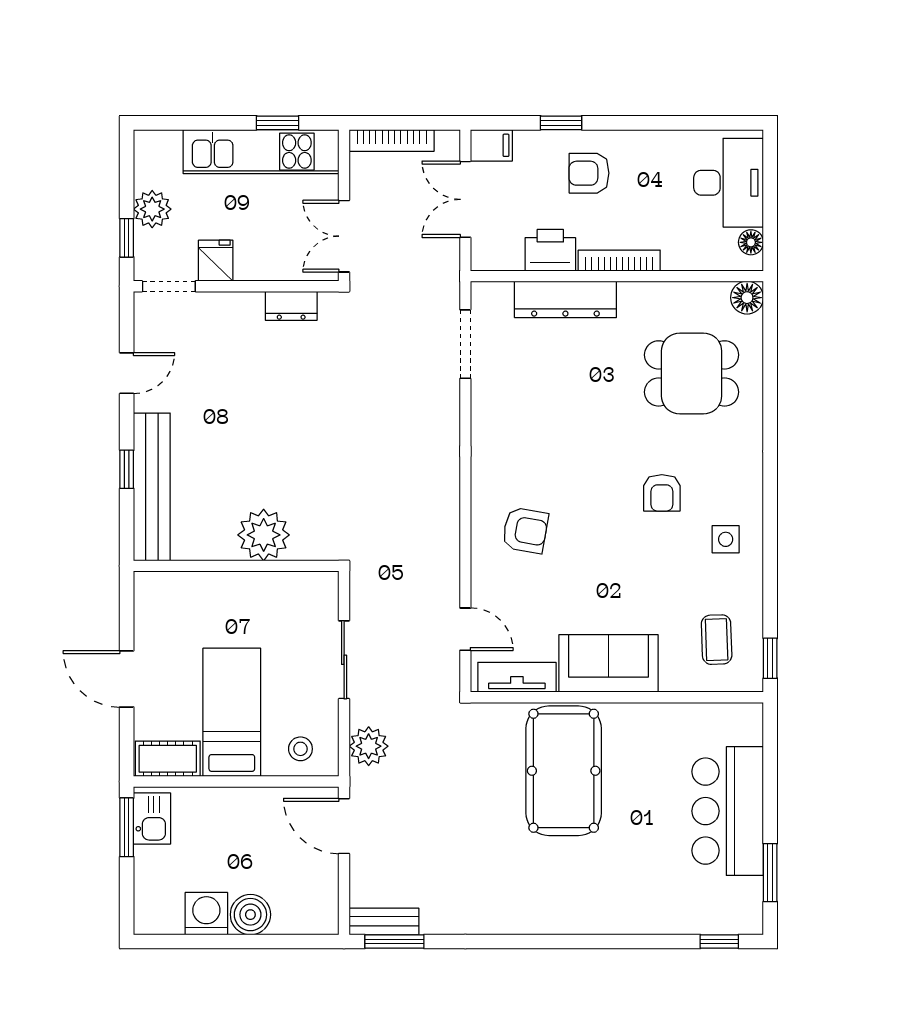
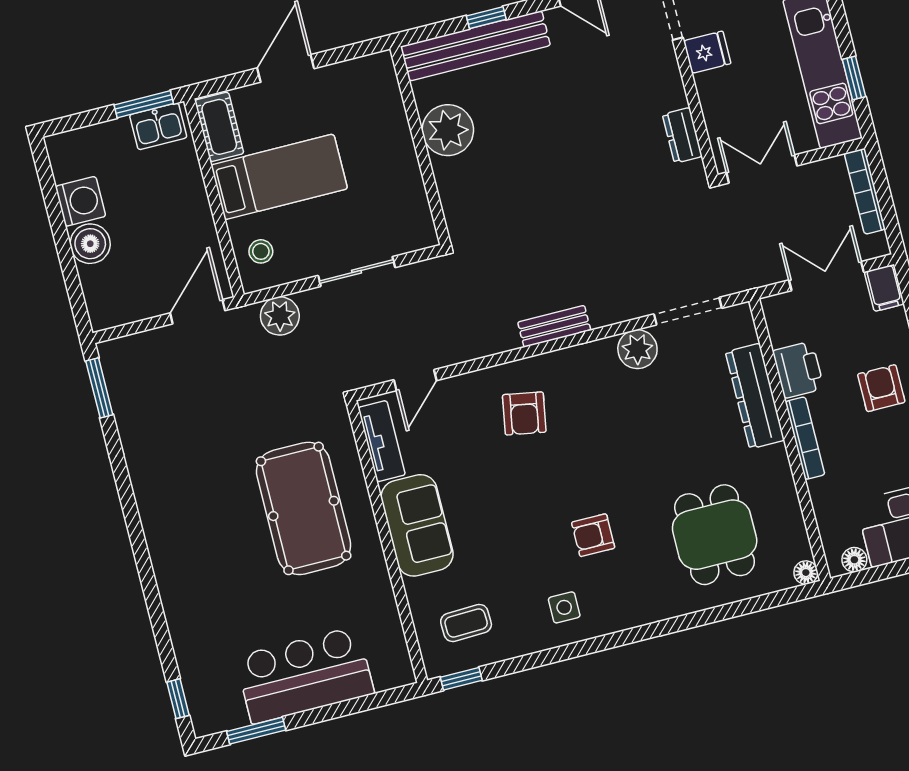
floor lamp: (747, 298) -> (806, 573), width x0.73, depth x0.73
plant: (490, 403) -> (637, 349), added
plant: (264, 535) -> (448, 130), moved
pool table: (564, 771) -> (304, 508), turned 90
bench: (384, 921) -> (554, 326), moved, turned 90

